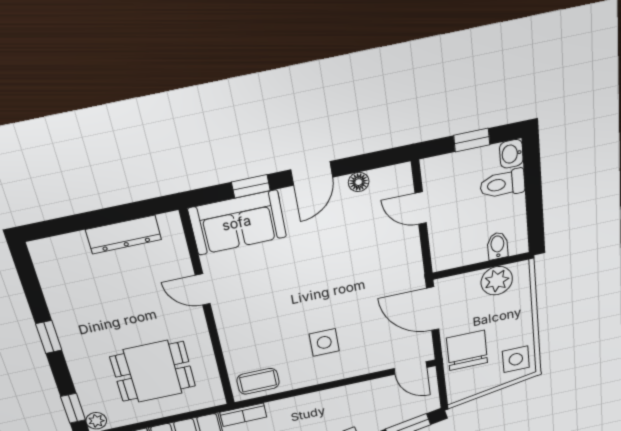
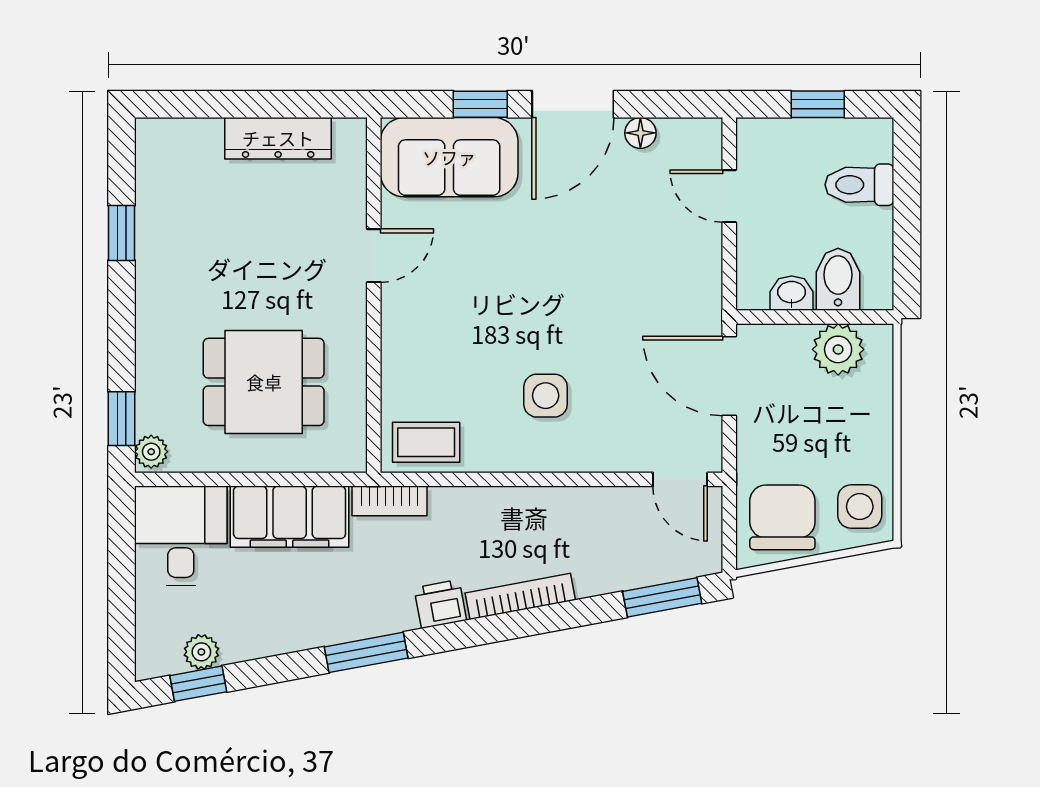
washbasin: (511, 154) -> (792, 293), moved, turned 90
door: (312, 174) -> (573, 104), width x1.38
bidet: (498, 246) -> (838, 279), width x1.38, depth x1.36
door: (203, 290) -> (374, 256), swing flipped
window: (49, 337) -> (122, 233), moved
chair: (467, 350) -> (782, 517), moved

